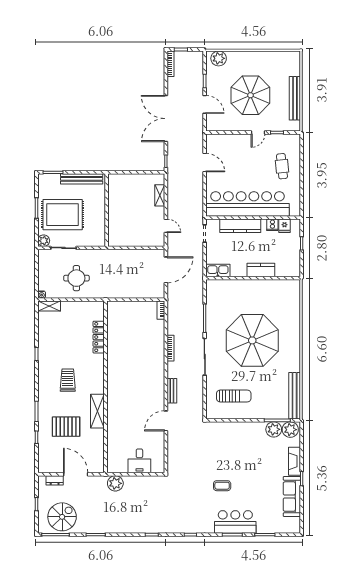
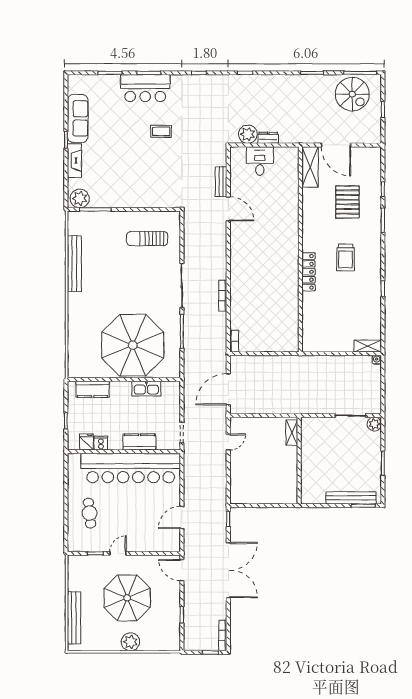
plant: (219, 58) -> (130, 642), moved
bench: (295, 98) -> (74, 618), moved
door: (205, 104) -> (182, 570), moved
door: (205, 163) -> (182, 517), hinge flipped
bench: (82, 179) -> (351, 498), moved
shelving: (160, 195) -> (292, 433), moved
rug: (63, 215) -> (352, 455), removed
door: (166, 226) -> (228, 442), swing flipped
kitchen counter: (240, 226) -> (139, 442), width x0.67
kitchen sink: (218, 270) -> (146, 389), moved
kitchen counter: (261, 270) -> (93, 389), moved
round table: (76, 278) -> (335, 379), removed
locker: (99, 337) -> (308, 272), moved
parasol: (252, 340) -> (133, 345), moved
bench: (172, 391) -> (221, 182), moved
bench: (295, 396) -> (74, 264), moved
shelving: (97, 411) -> (310, 167), moved
door: (166, 421) -> (228, 209), hinge flipped
pallet: (66, 427) -> (347, 202), turned 90
plant: (274, 429) -> (99, 199), removed
dresser: (55, 480) -> (268, 138), moved
plant: (115, 483) -> (248, 134), moved
spiral stairs: (62, 517) -> (352, 94), turned -90

